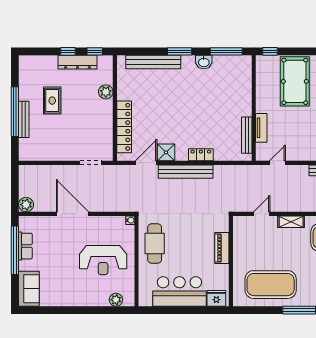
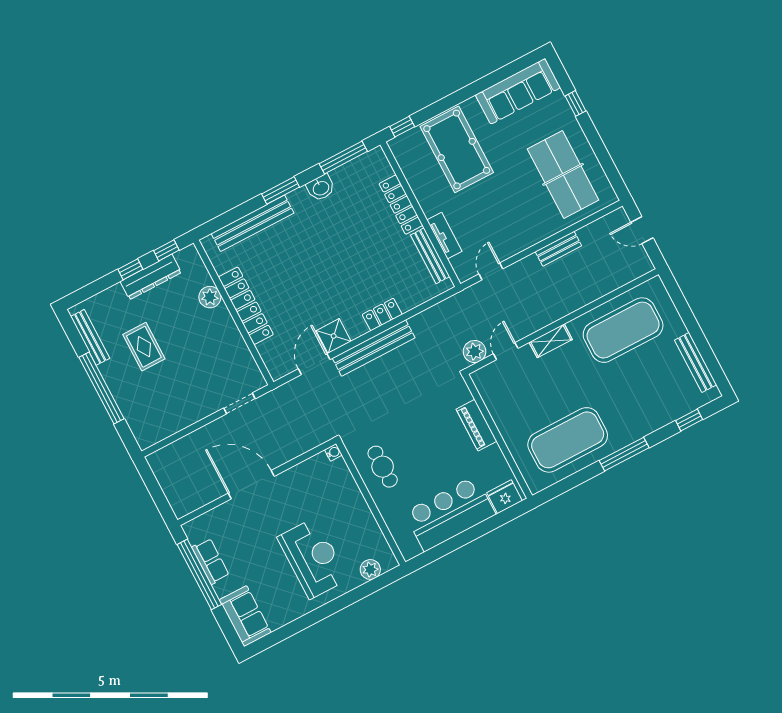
locker: (245, 96) -> (401, 205), added
bench: (24, 119) -> (90, 337), moved
locker: (124, 127) -> (246, 306), moved
plant: (26, 205) -> (475, 352), moved
cafe table: (155, 244) -> (383, 467), width x0.73, depth x0.74
reception desk: (103, 260) -> (313, 558), moved, turned -90

